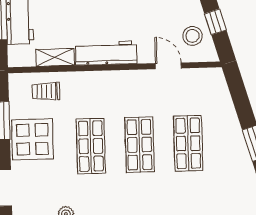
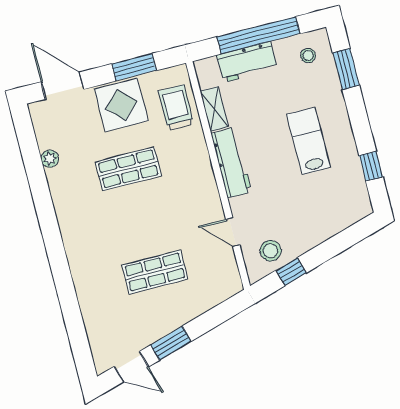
door: (168, 66) -> (233, 232), swing flipped
trolley: (46, 91) -> (176, 108), width x1.36, depth x1.39
shop shelf: (139, 145) -> (142, 220), removed

